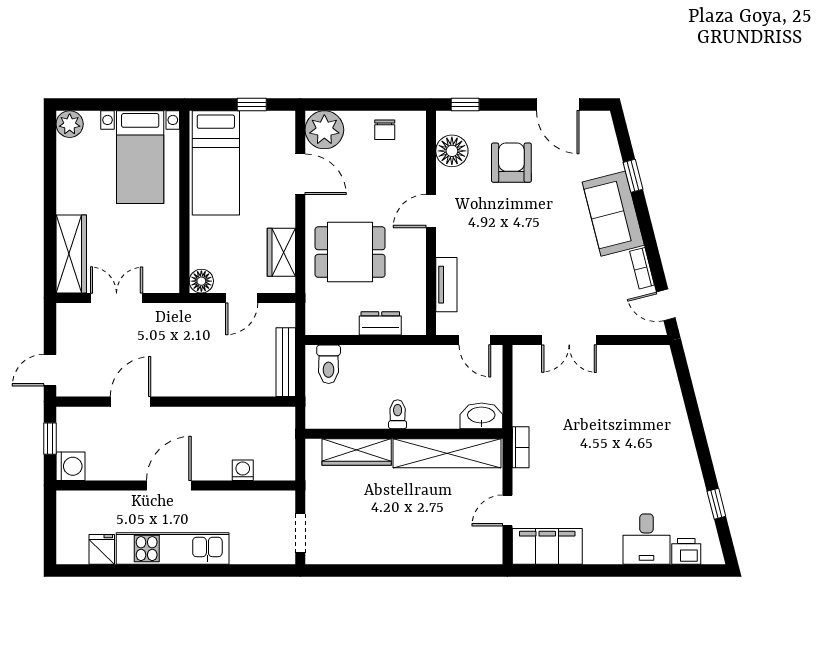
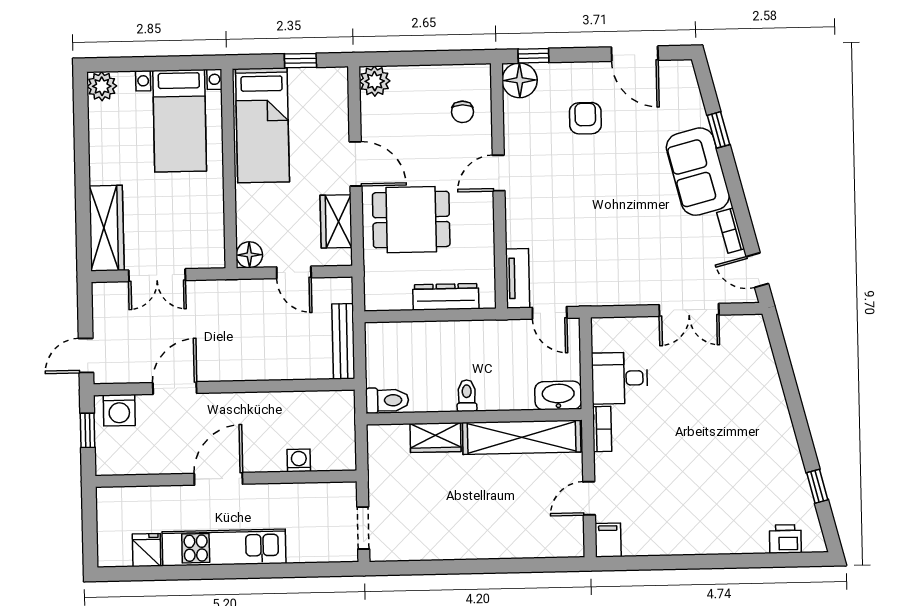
plant: (324, 130) -> (375, 81), width x0.73, depth x0.73
chair: (385, 130) -> (462, 112), moved
floor lamp: (452, 151) -> (520, 80), moved
armchair: (511, 163) -> (585, 118), width x0.72, depth x0.72
door: (300, 174) -> (356, 164), moved
tv unit: (446, 285) -> (518, 278), moved
double door: (117, 298) -> (157, 275), swing flipped
door: (242, 298) -> (294, 272), hinge flipped
dresser: (380, 323) -> (446, 297), width x1.44
double door: (569, 340) -> (689, 310), moved
toilet: (329, 364) -> (387, 400), moved, turned -90
wardrobe: (357, 452) -> (436, 438), width x0.67
washing machine: (70, 466) -> (119, 410), moved, turned 90
desk: (647, 539) -> (620, 378), moved, turned 90
filing cabinet: (547, 546) -> (608, 540), width x0.33, depth x0.86

